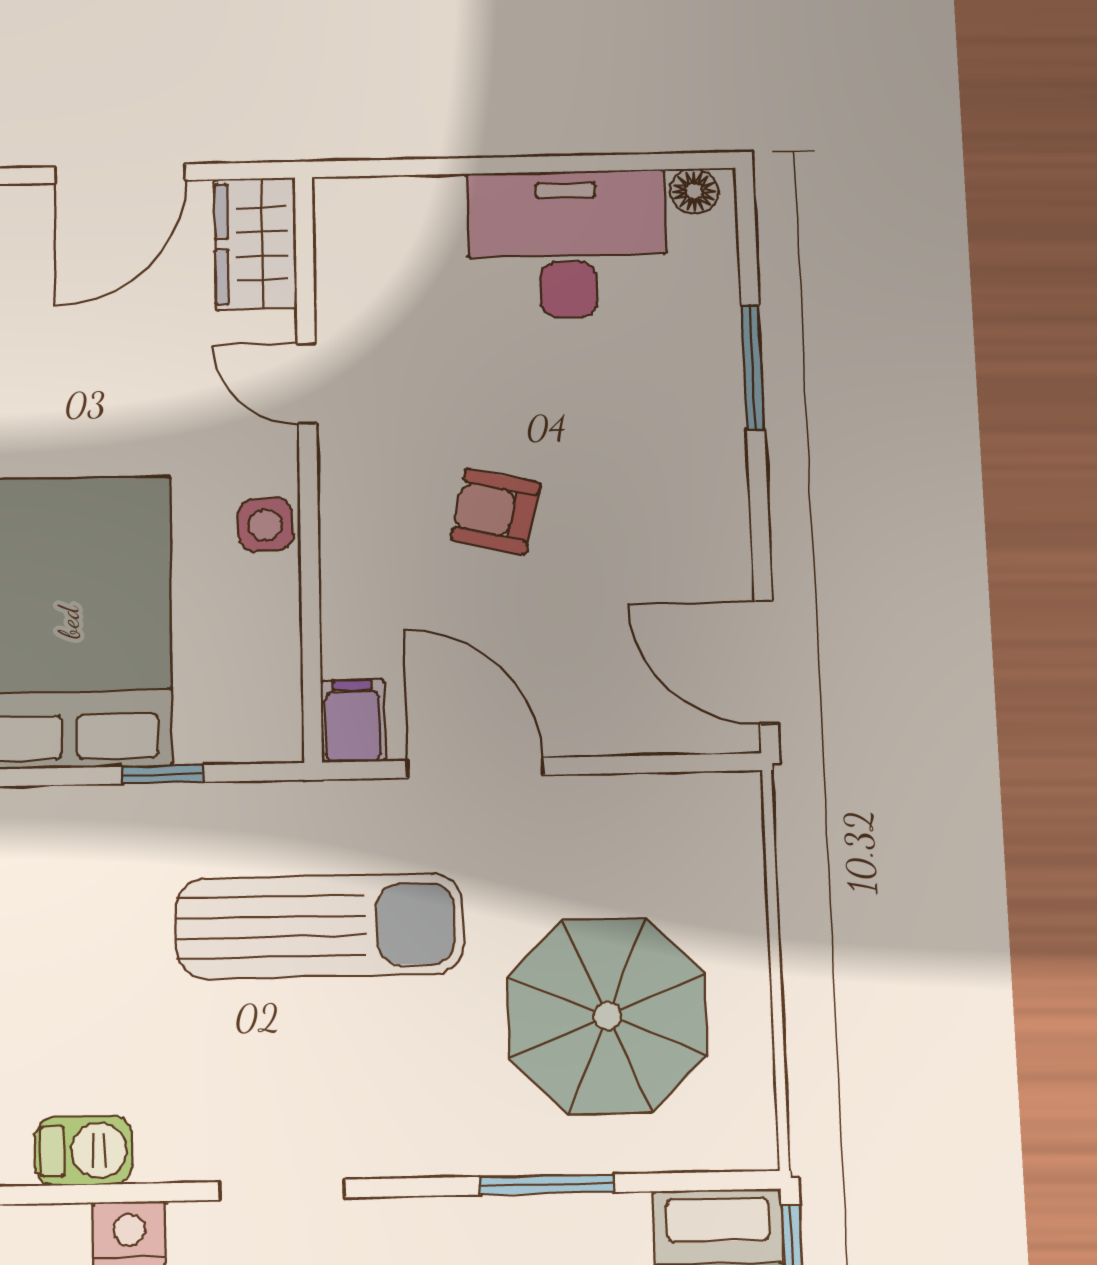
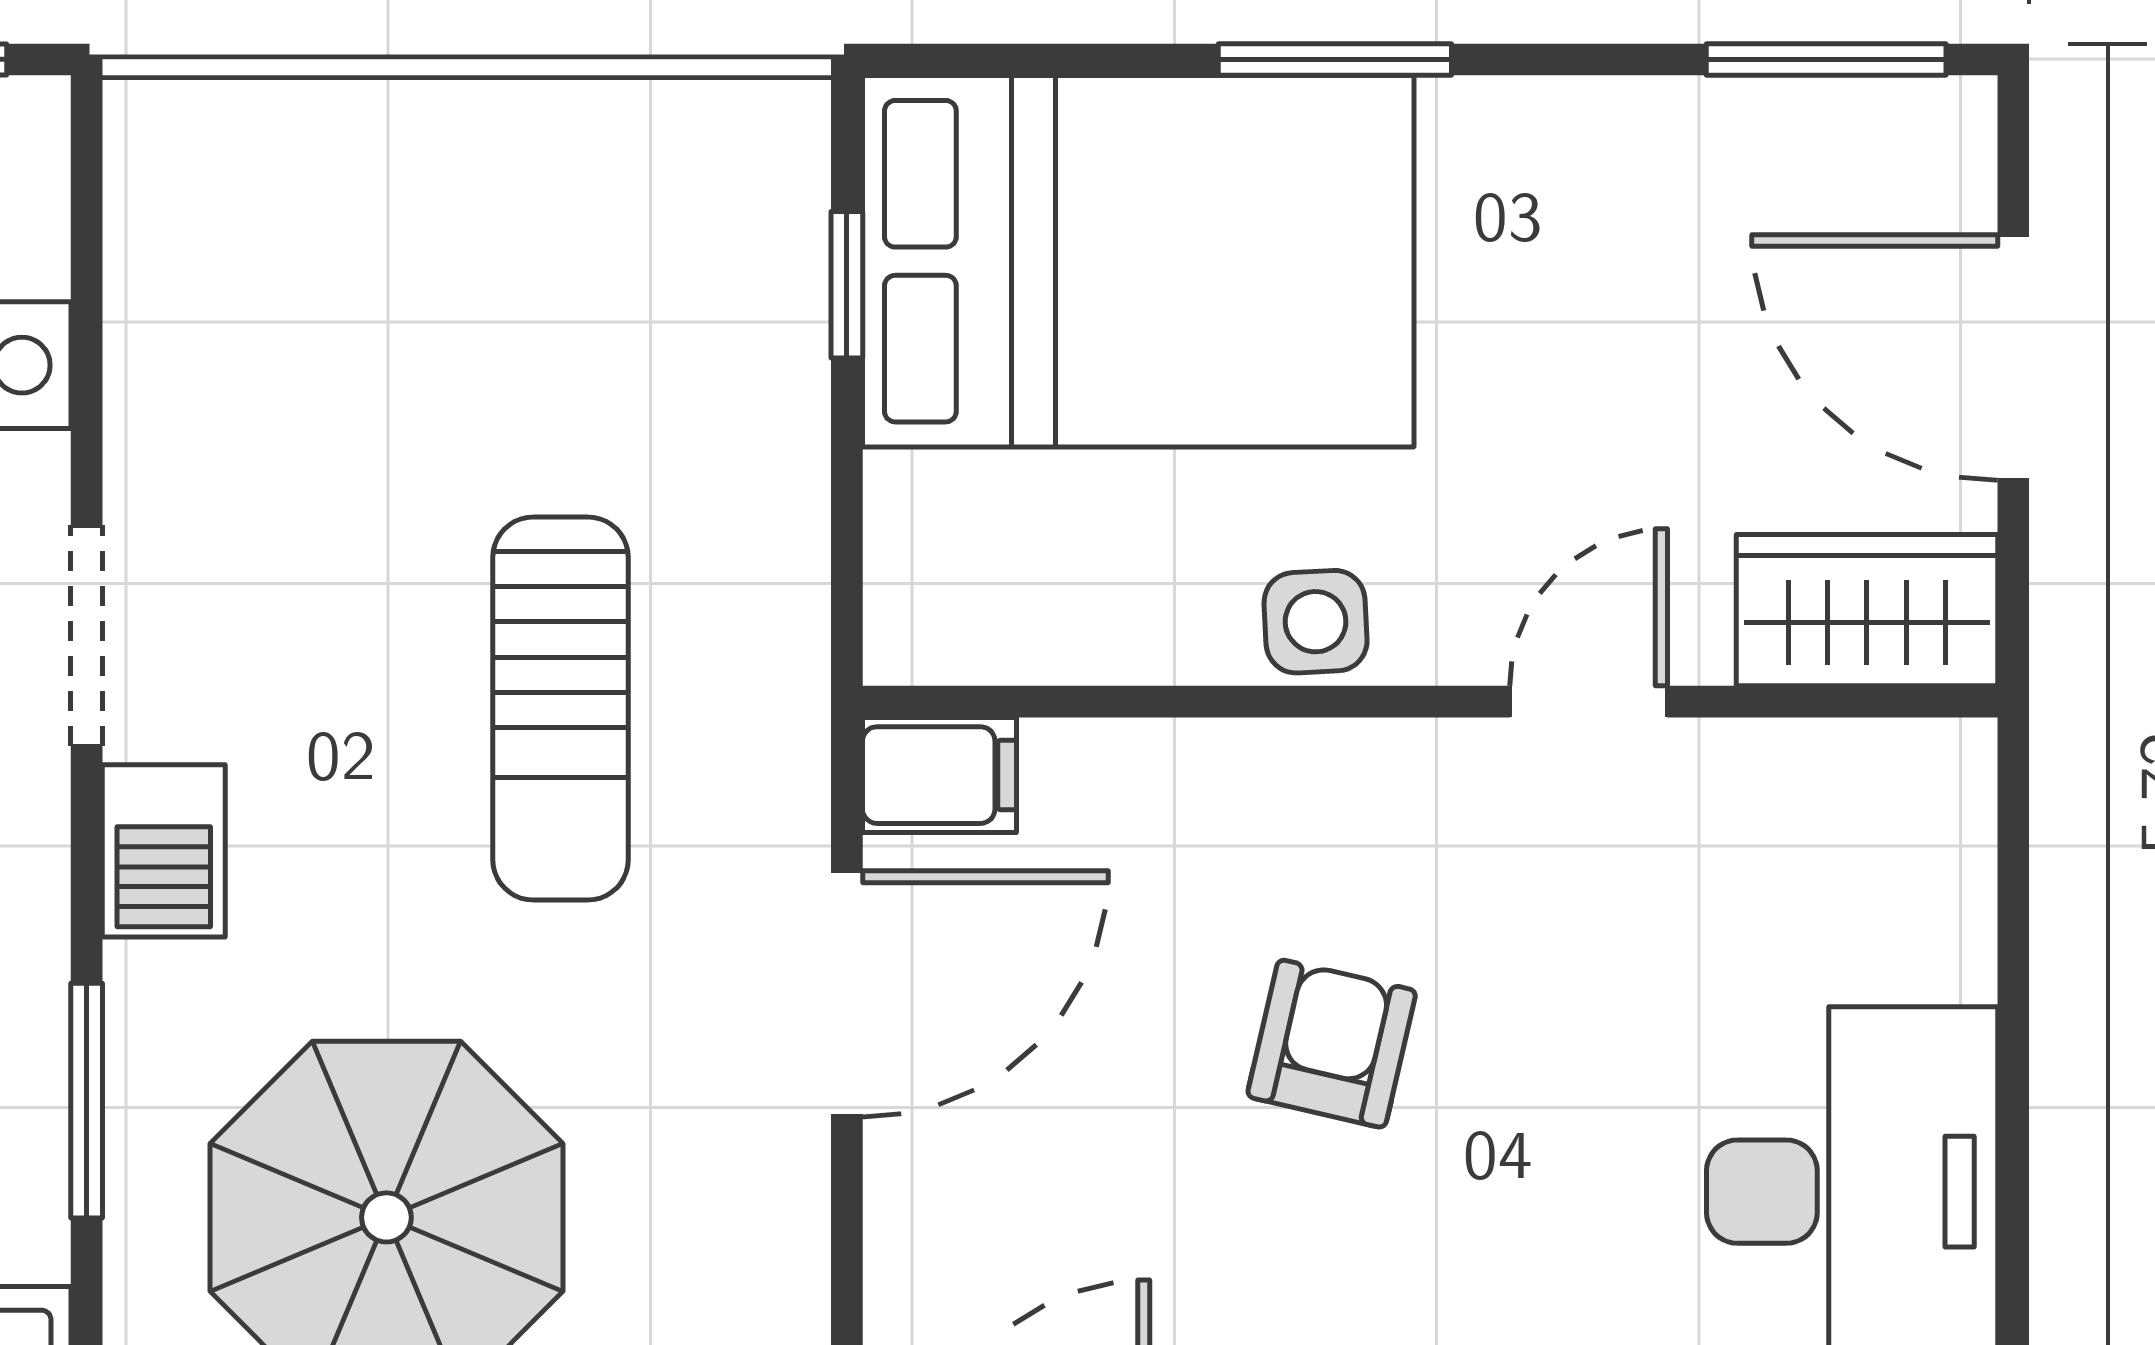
window: (162, 774) -> (847, 285), moved
sun lounger: (320, 926) -> (561, 709), width x0.73, depth x0.75
barbecue: (83, 1151) -> (164, 851), moved

